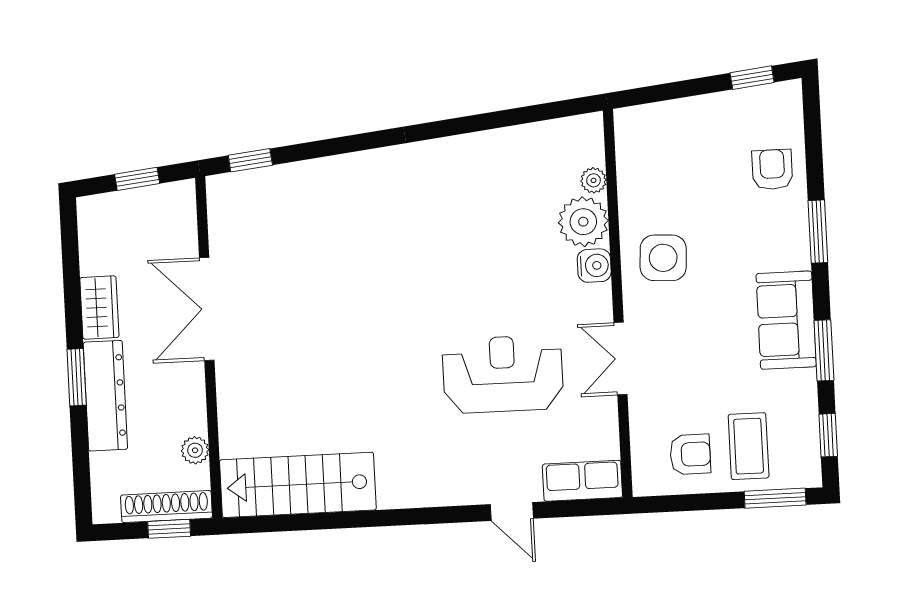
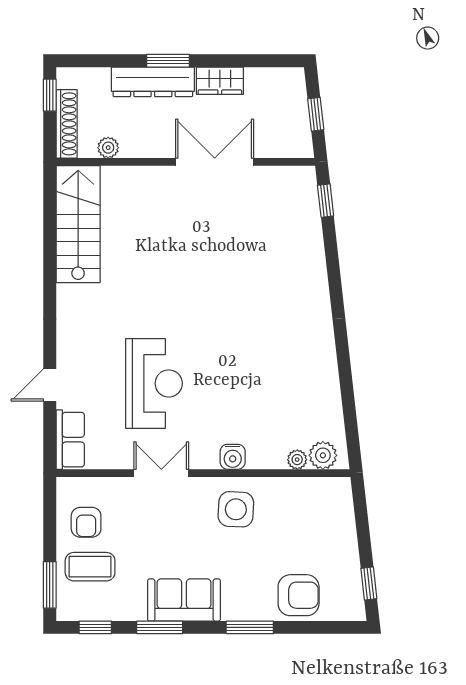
armchair: (772, 170) -> (299, 595), width x1.38, depth x1.38
plant: (583, 222) -> (323, 455), moved, width x0.73, depth x0.73
window: (169, 529) -> (50, 95), moved

